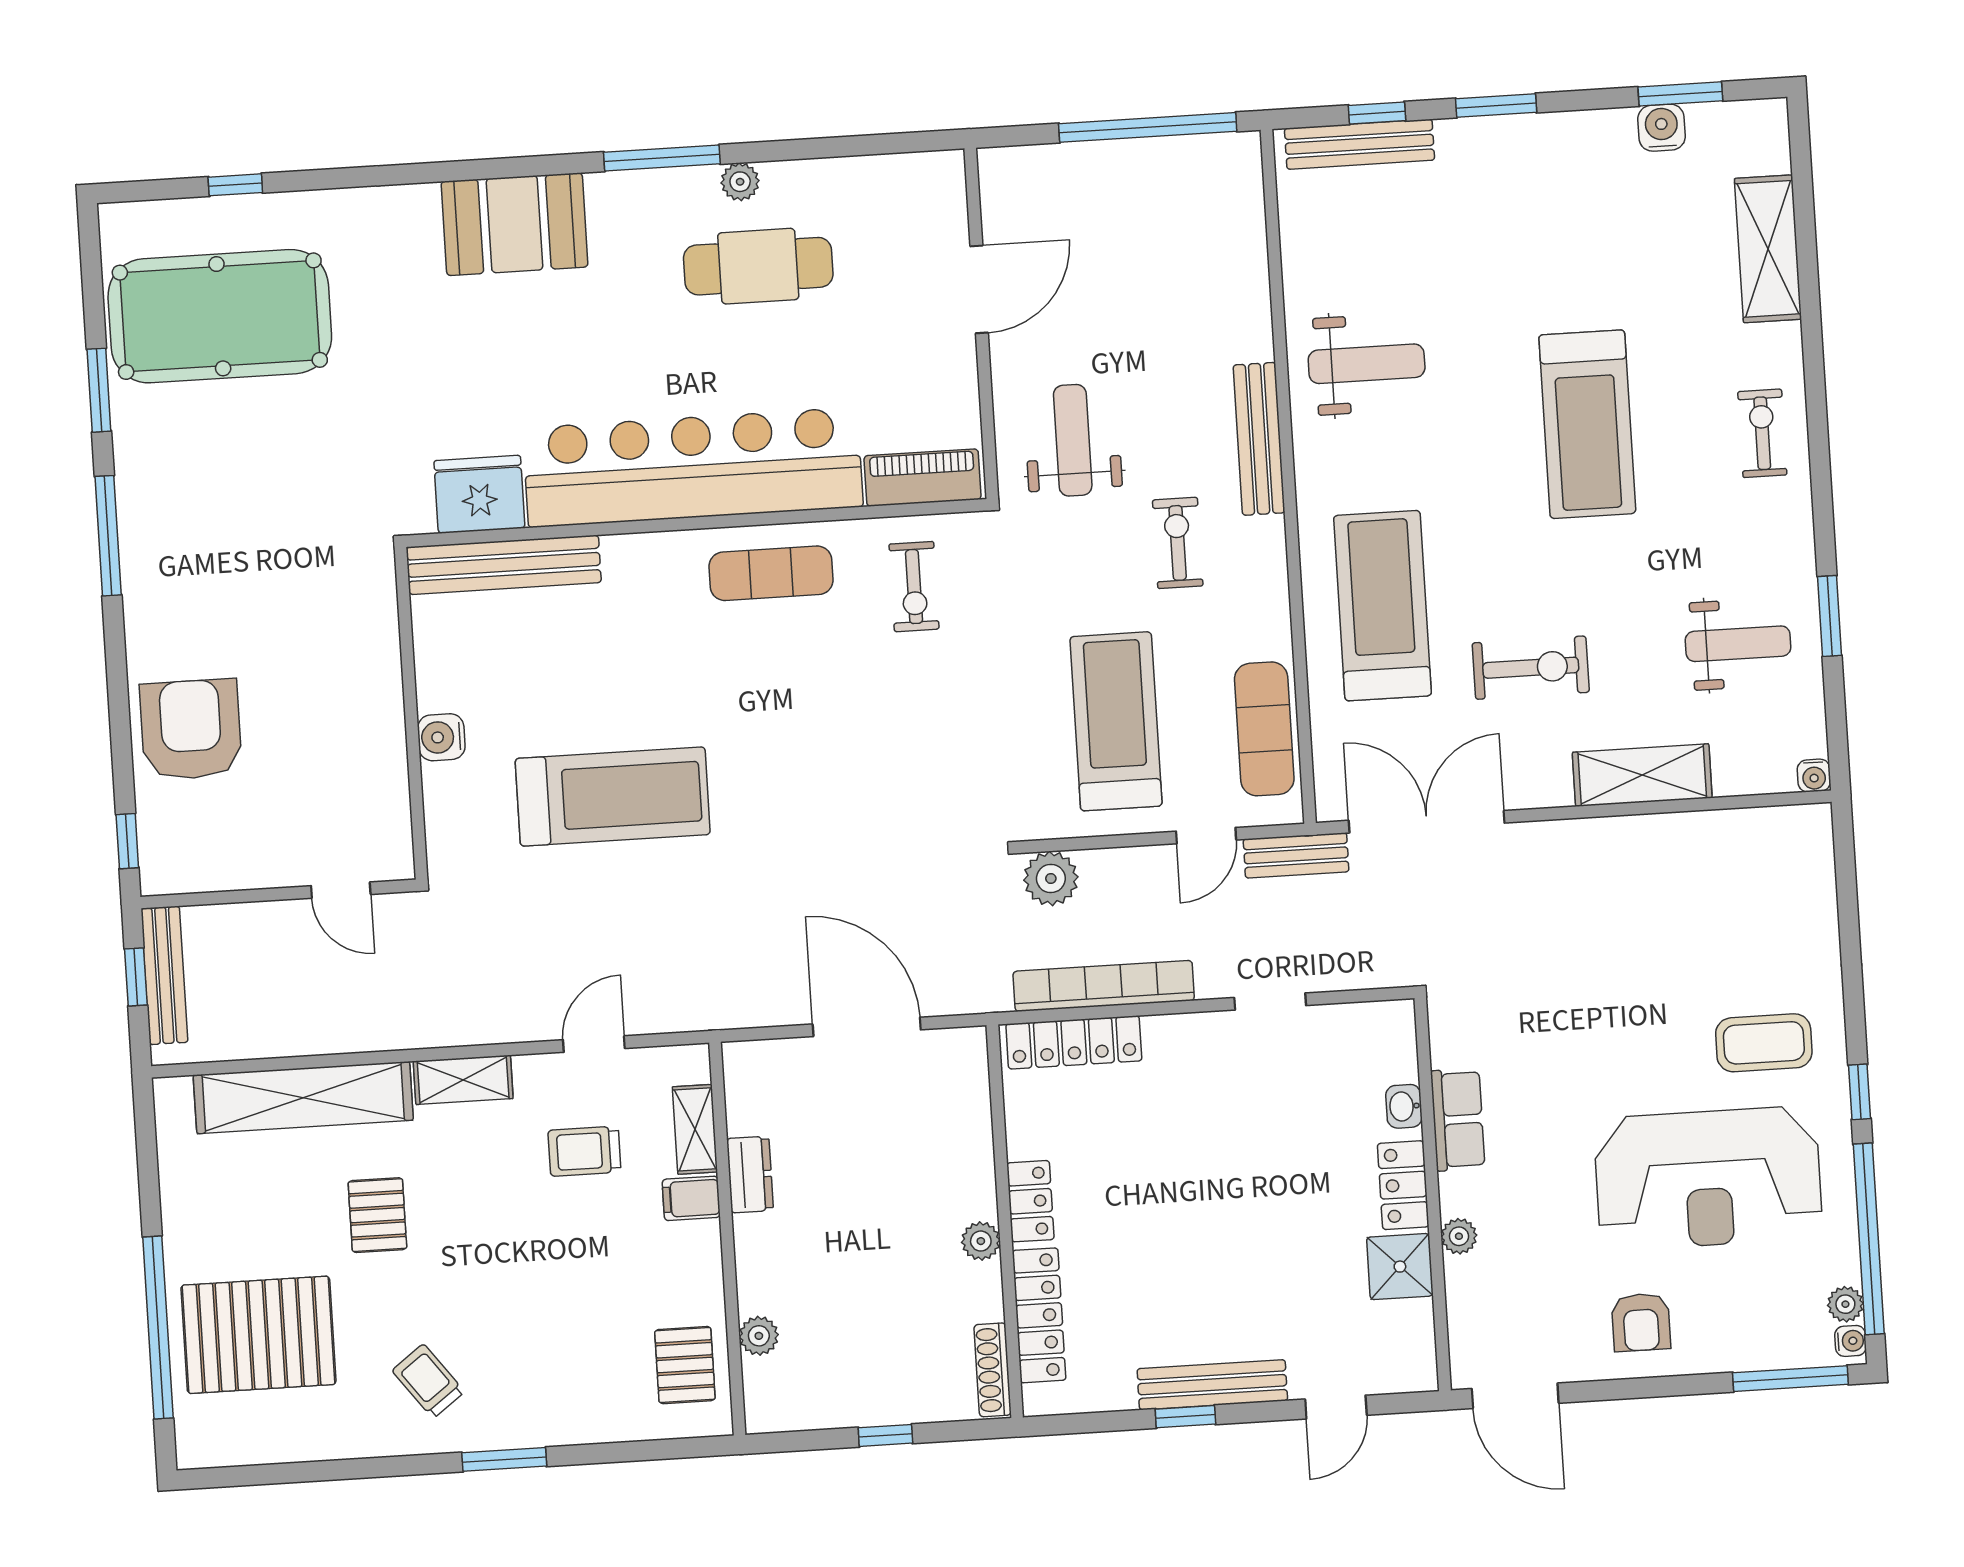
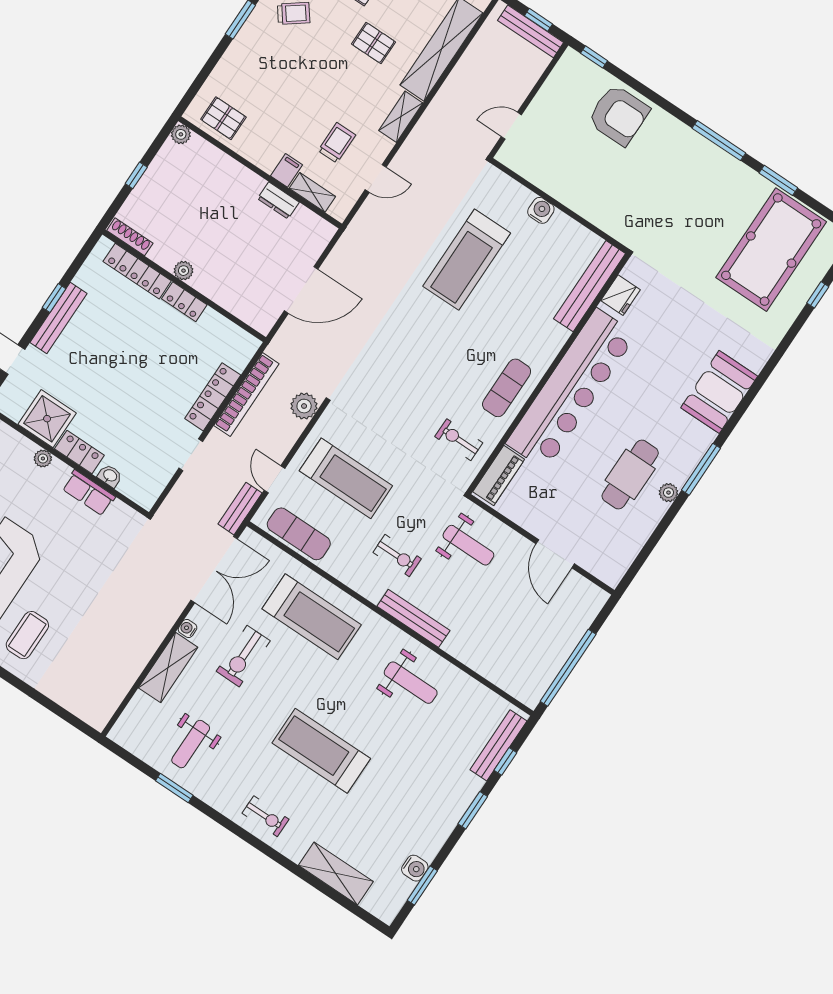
weight bench: (1367, 364) -> (411, 683), turned -90
fridge: (479, 494) -> (621, 295), width x0.73, depth x0.75
water cooler: (1814, 776) -> (188, 628), moved
locker: (1074, 1042) -> (213, 397), moved
door: (594, 1044) -> (376, 178), hinge flipped
shower: (1400, 1267) -> (47, 419), width x1.36, depth x1.36
plant: (759, 1336) -> (181, 134), moved

